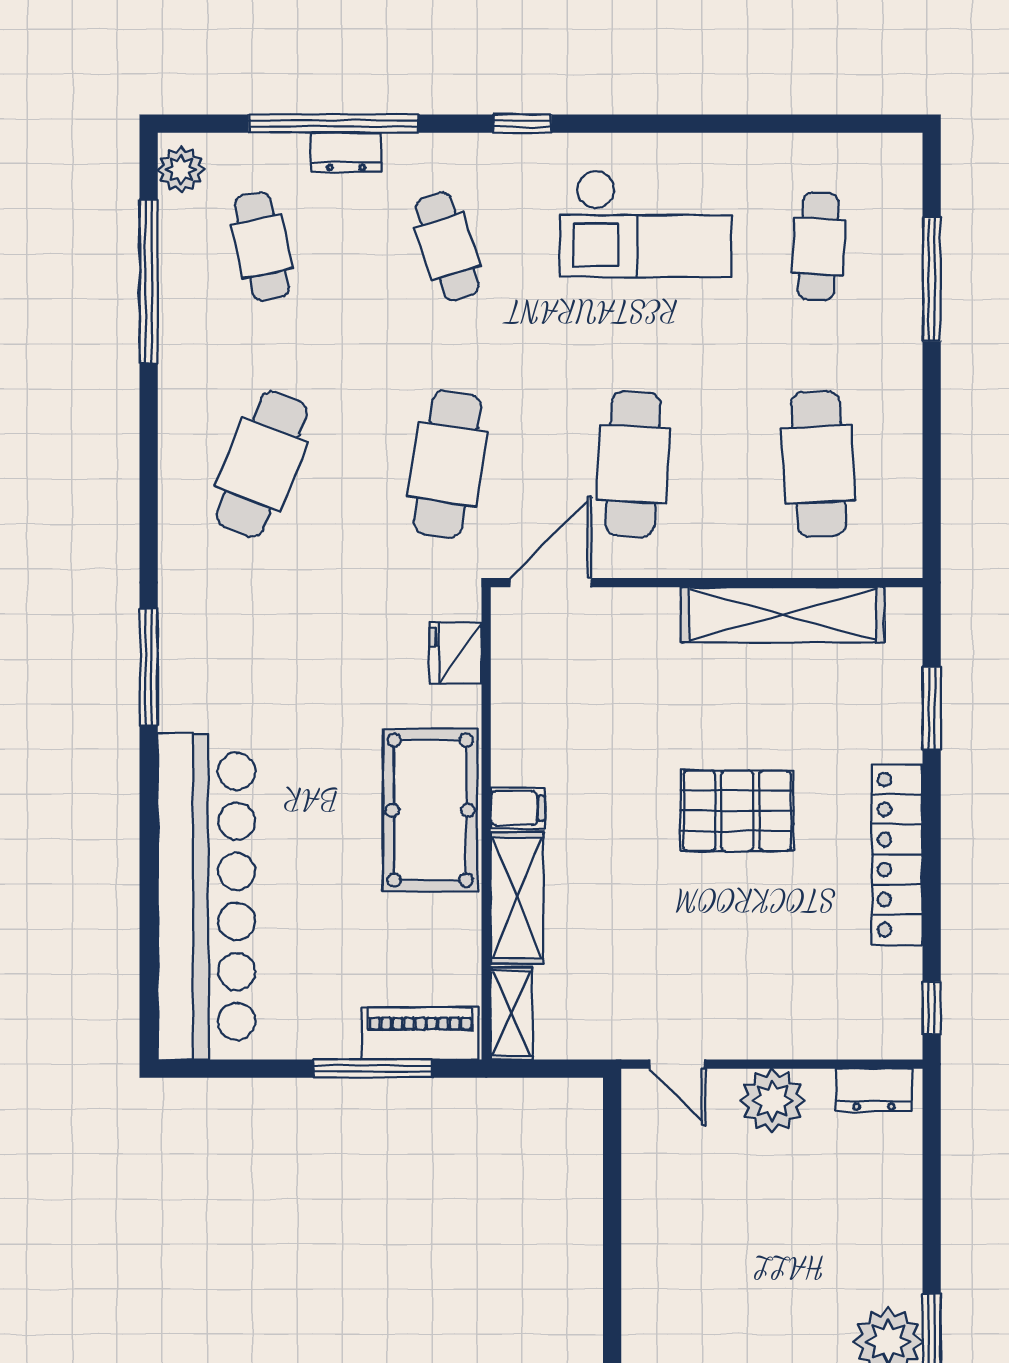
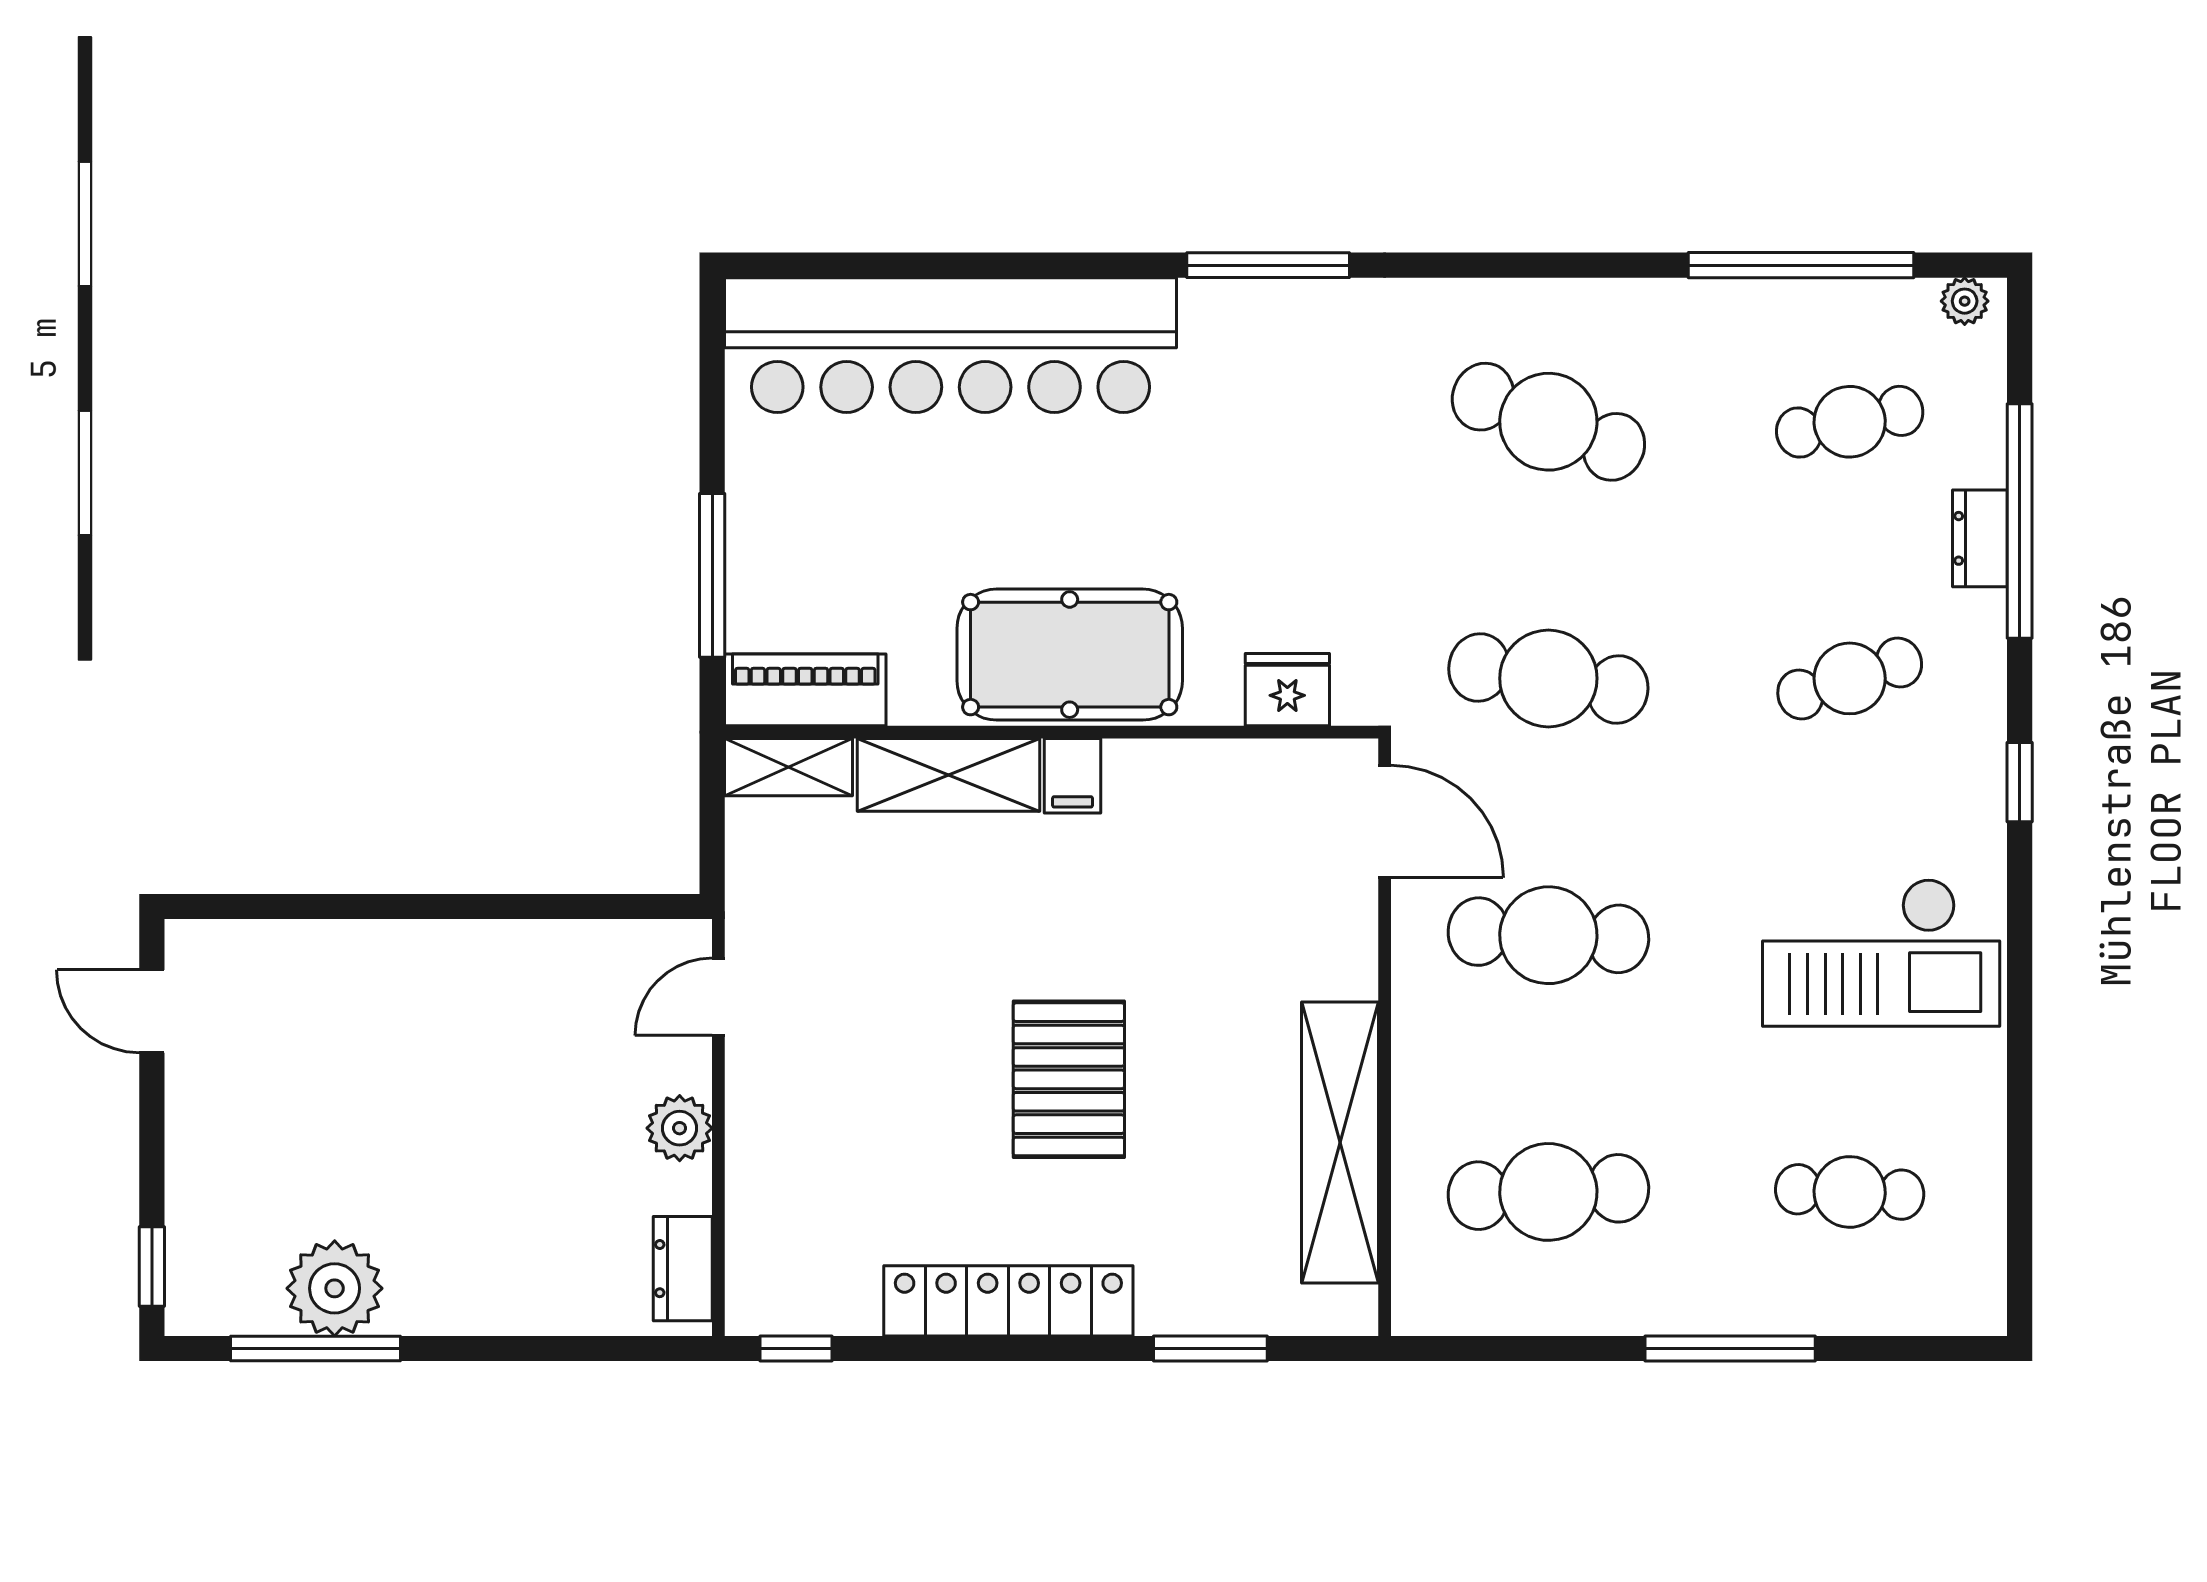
plant: (181, 170) -> (1965, 301), width x0.73, depth x0.73
checkout: (646, 224) -> (1881, 953), turned -90
window: (932, 280) -> (1730, 1349), moved
piano: (420, 1034) -> (805, 690), moved, turned -90
plant: (772, 1101) -> (680, 1128), width x0.73, depth x0.73

